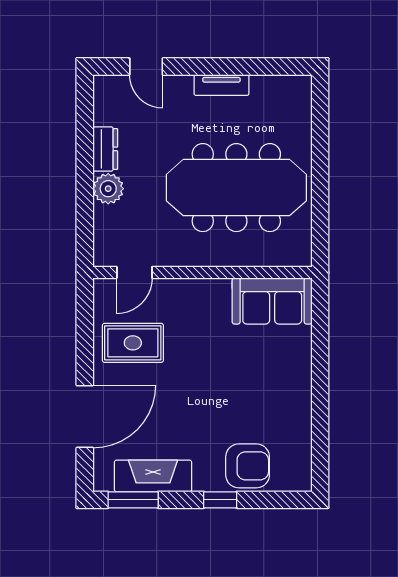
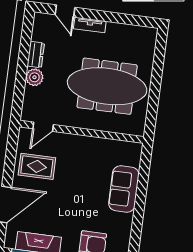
tv unit: (221, 85) -> (90, 25), moved
sofa: (272, 301) -> (124, 189), moved, turned 90

